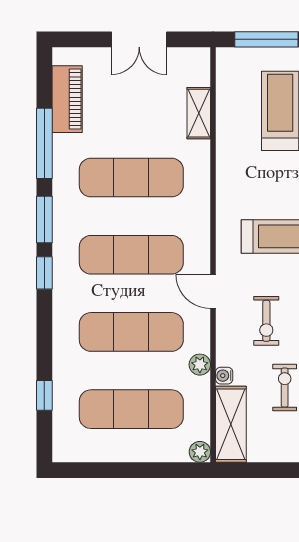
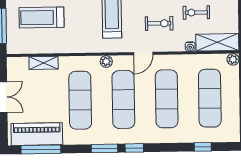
piano: (67, 99) -> (37, 134), width x1.37, depth x1.33
window: (44, 143) -> (41, 149), moved
plant: (200, 365) -> (106, 61), moved

